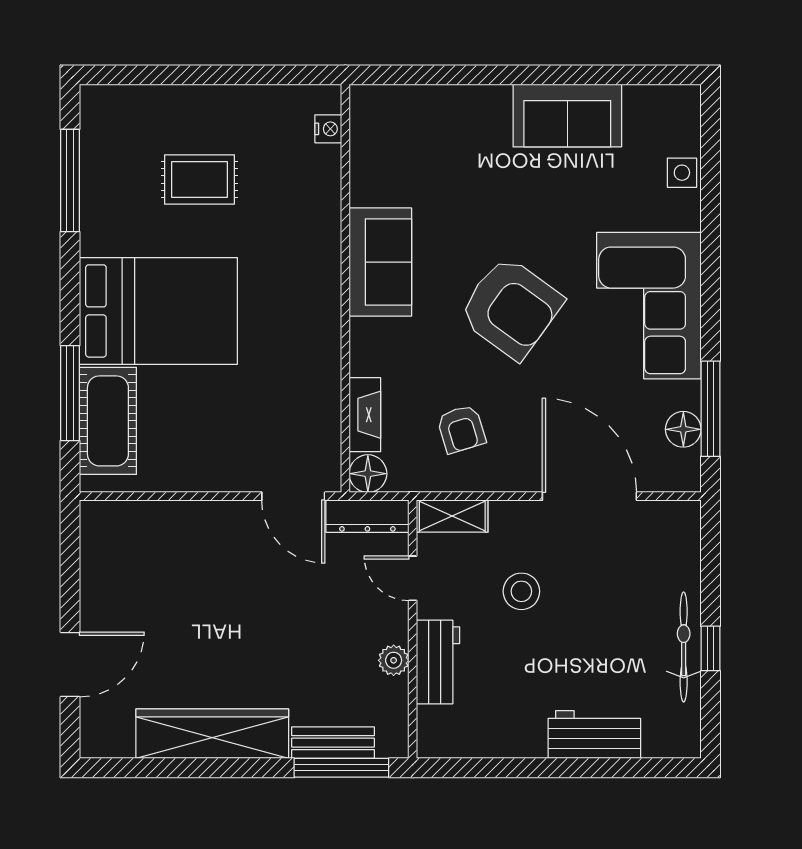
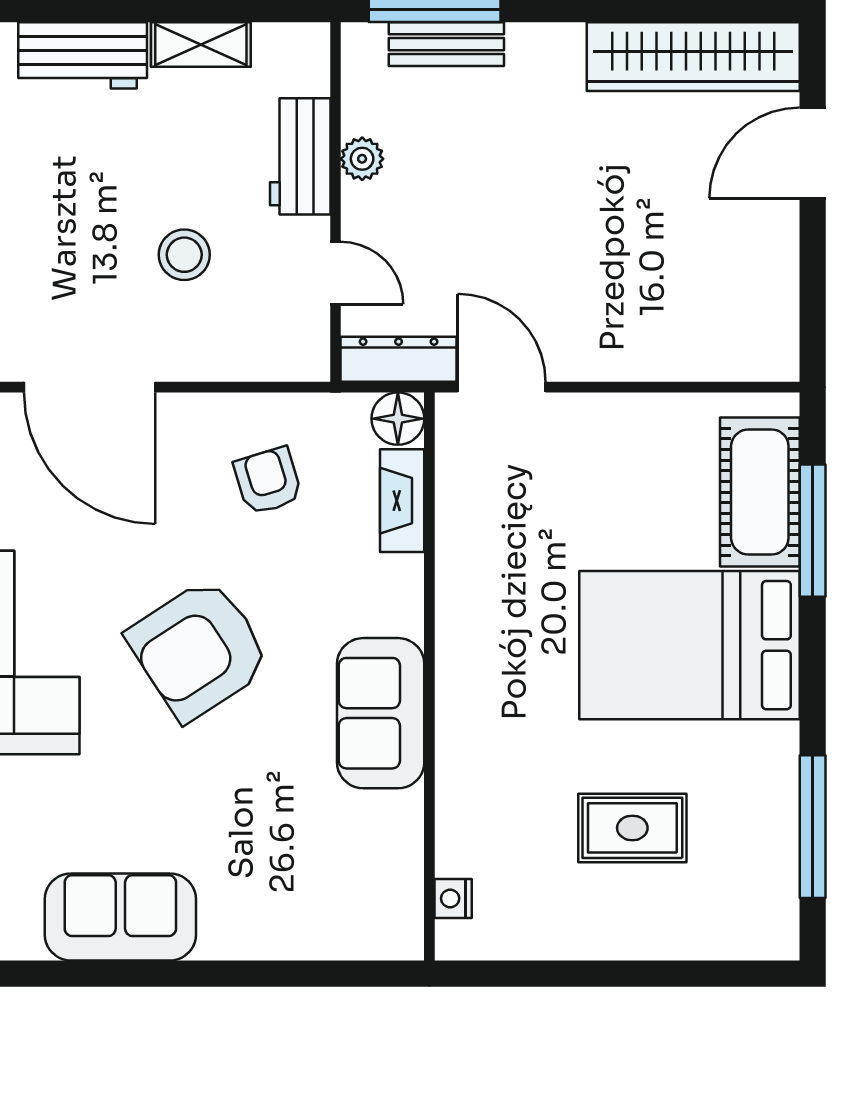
armchair: (511, 308) -> (199, 650), turned -69
shelving: (452, 516) -> (201, 45), moved
wardrobe: (212, 734) -> (693, 57), moved

